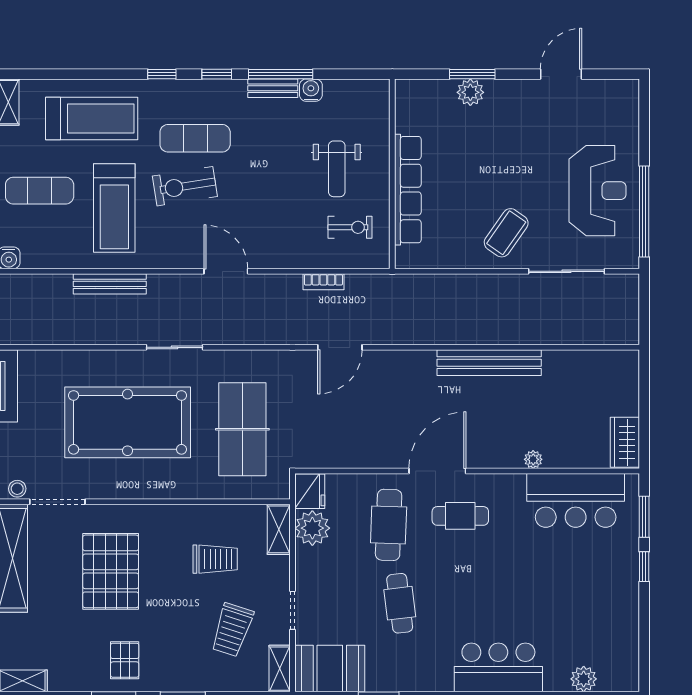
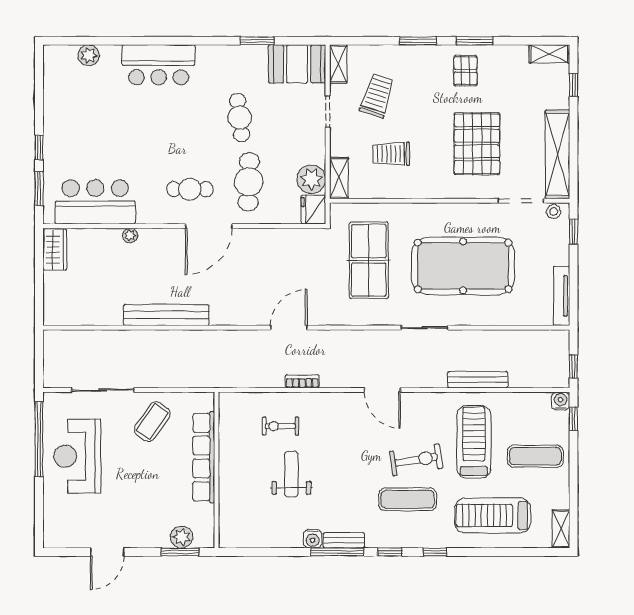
wall: (392, 174) -> (216, 470), moved
row of seats: (408, 190) -> (204, 457), moved

